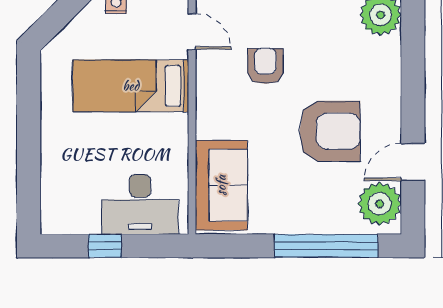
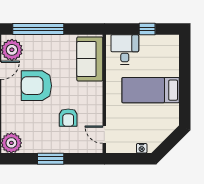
bed: (131, 86) -> (151, 90), moved, turned 180
desk: (140, 204) -> (125, 49), width x0.73

